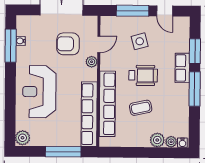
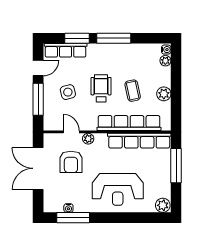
row of seats: (182, 68) -> (66, 50), moved, width x1.48
plant: (157, 140) -> (164, 94), moved

